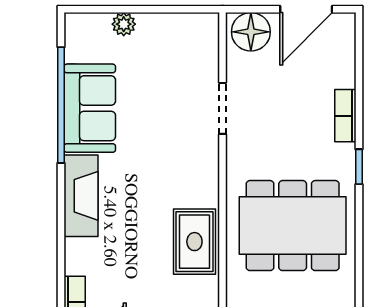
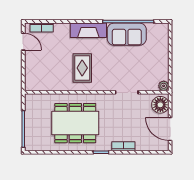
plant: (124, 24) -> (164, 86), moved
dining table: (293, 226) -> (75, 123), turned 90
rug: (194, 242) -> (82, 68), moved, turned 90

